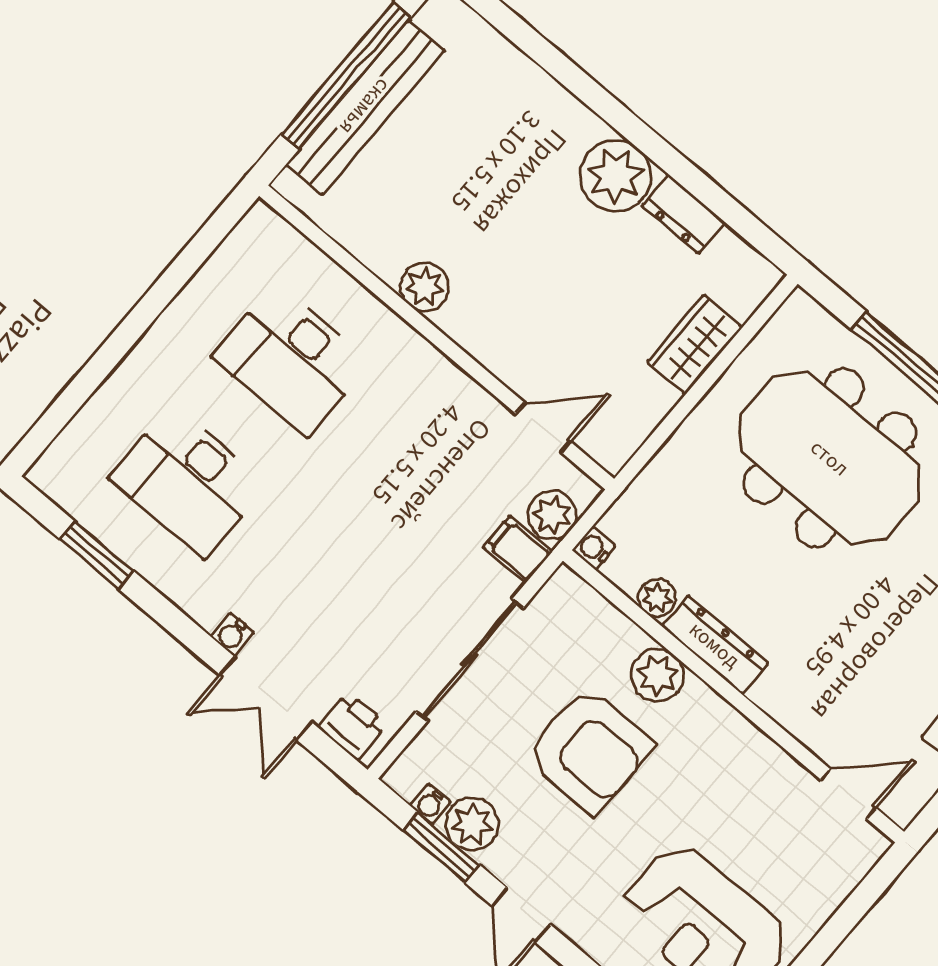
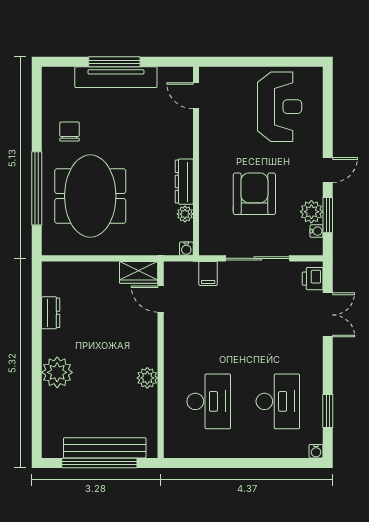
plant: (616, 176) -> (57, 372), moved
wardrobe: (695, 345) -> (139, 272), moved
plant: (552, 515) -> (187, 272), removed
water cooler: (232, 634) -> (316, 451), moved, turned 90
plant: (657, 675) -> (210, 192), removed

